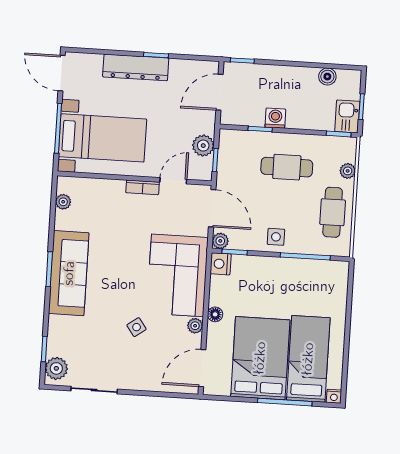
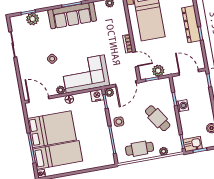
cafe table: (287, 167) -> (158, 118), turned -33
plant: (56, 368) -> (33, 19), moved

